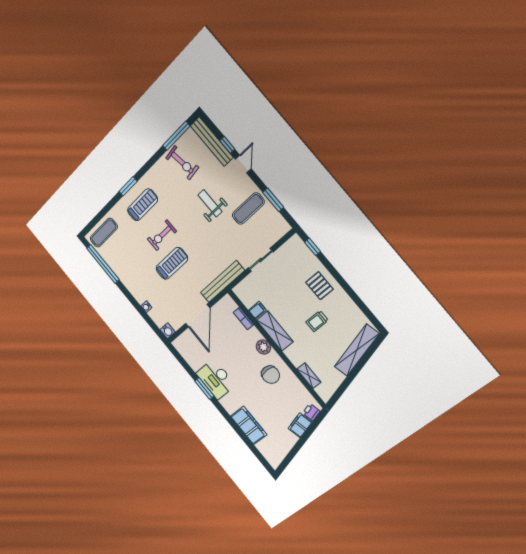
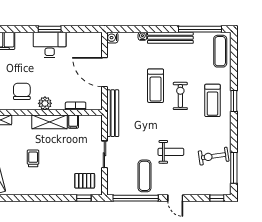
bench: (212, 141) -> (170, 38), moved
window: (227, 145) -> (217, 198), moved
window: (273, 200) -> (136, 198), width x2.11
pallet: (319, 286) -> (85, 181), moved
chair: (271, 375) -> (22, 91), turned 90

